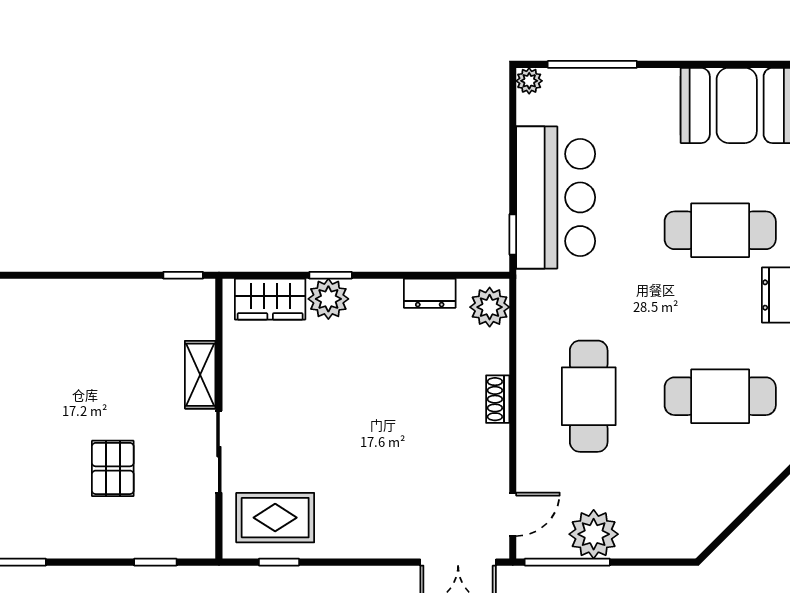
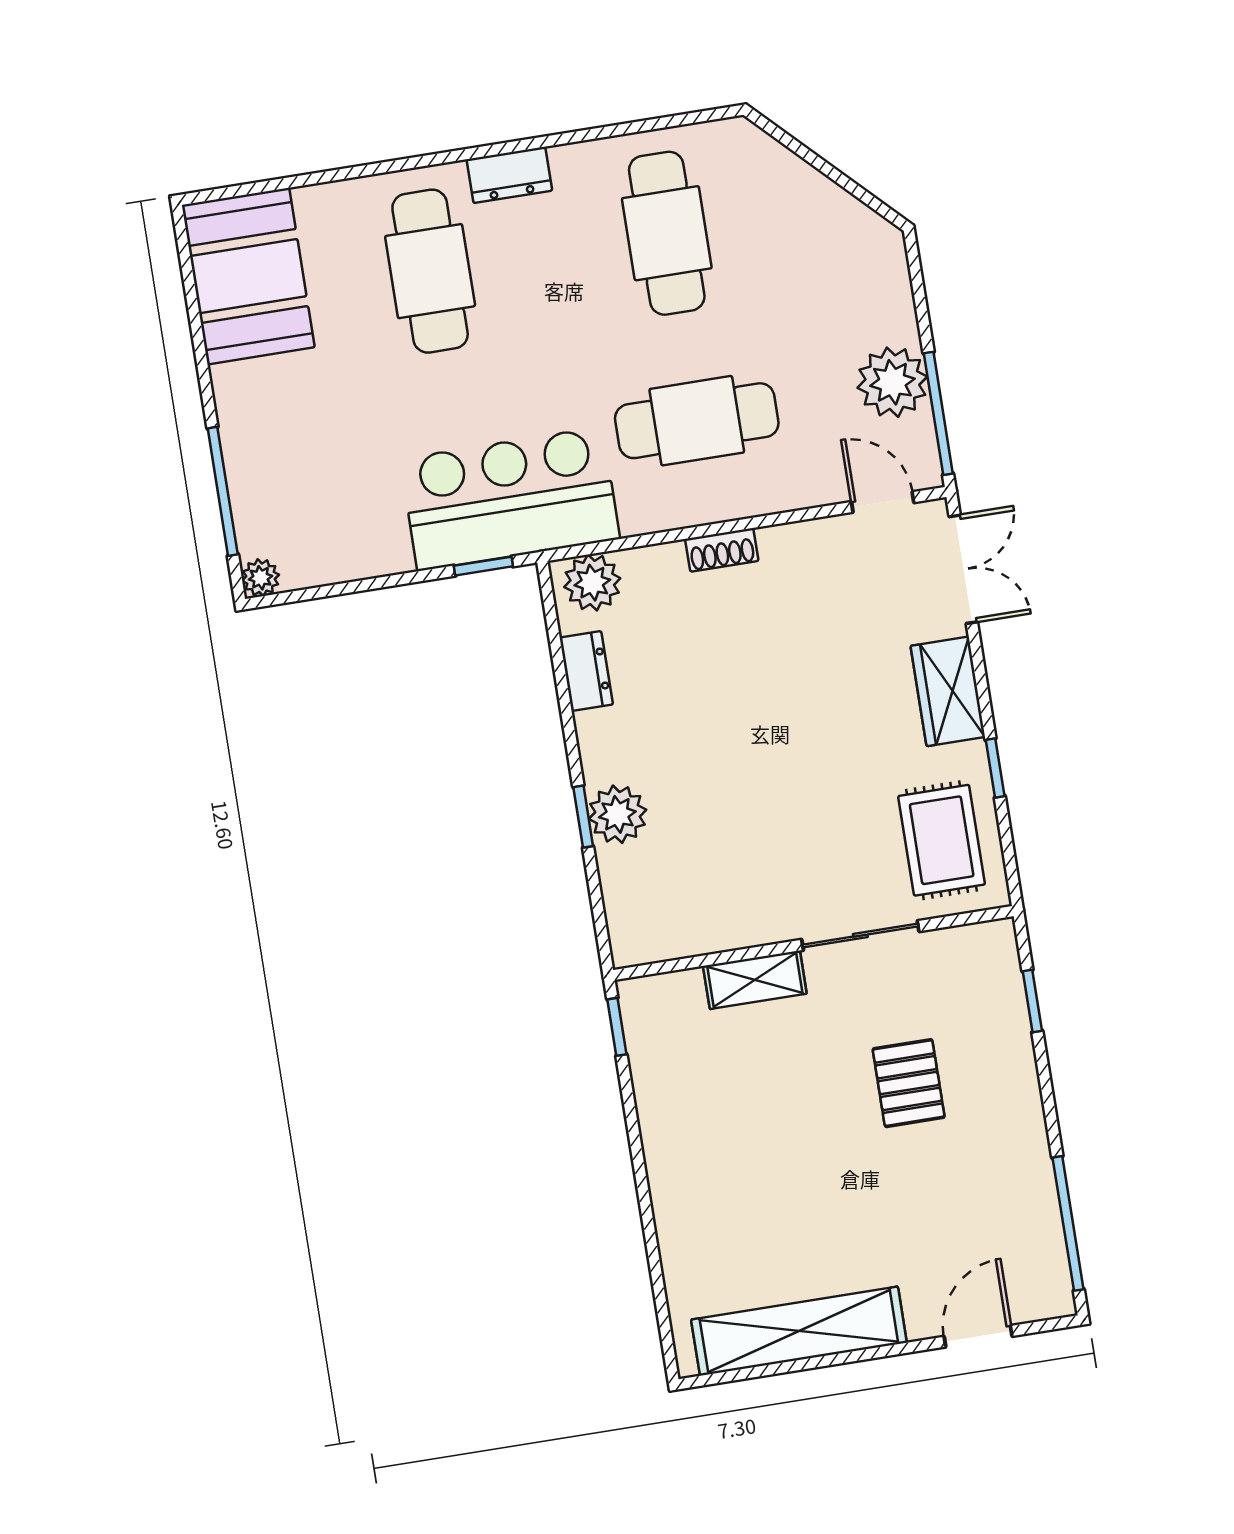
bar counter: (556, 197) -> (510, 499), moved
wardrobe: (270, 299) -> (948, 691), moved, turned 180
pallet: (113, 468) -> (909, 1083), turned 90
window: (279, 562) -> (995, 768), moved

